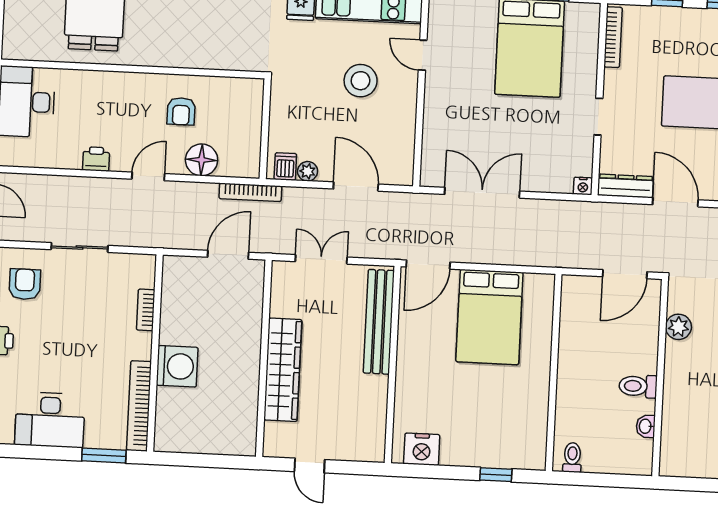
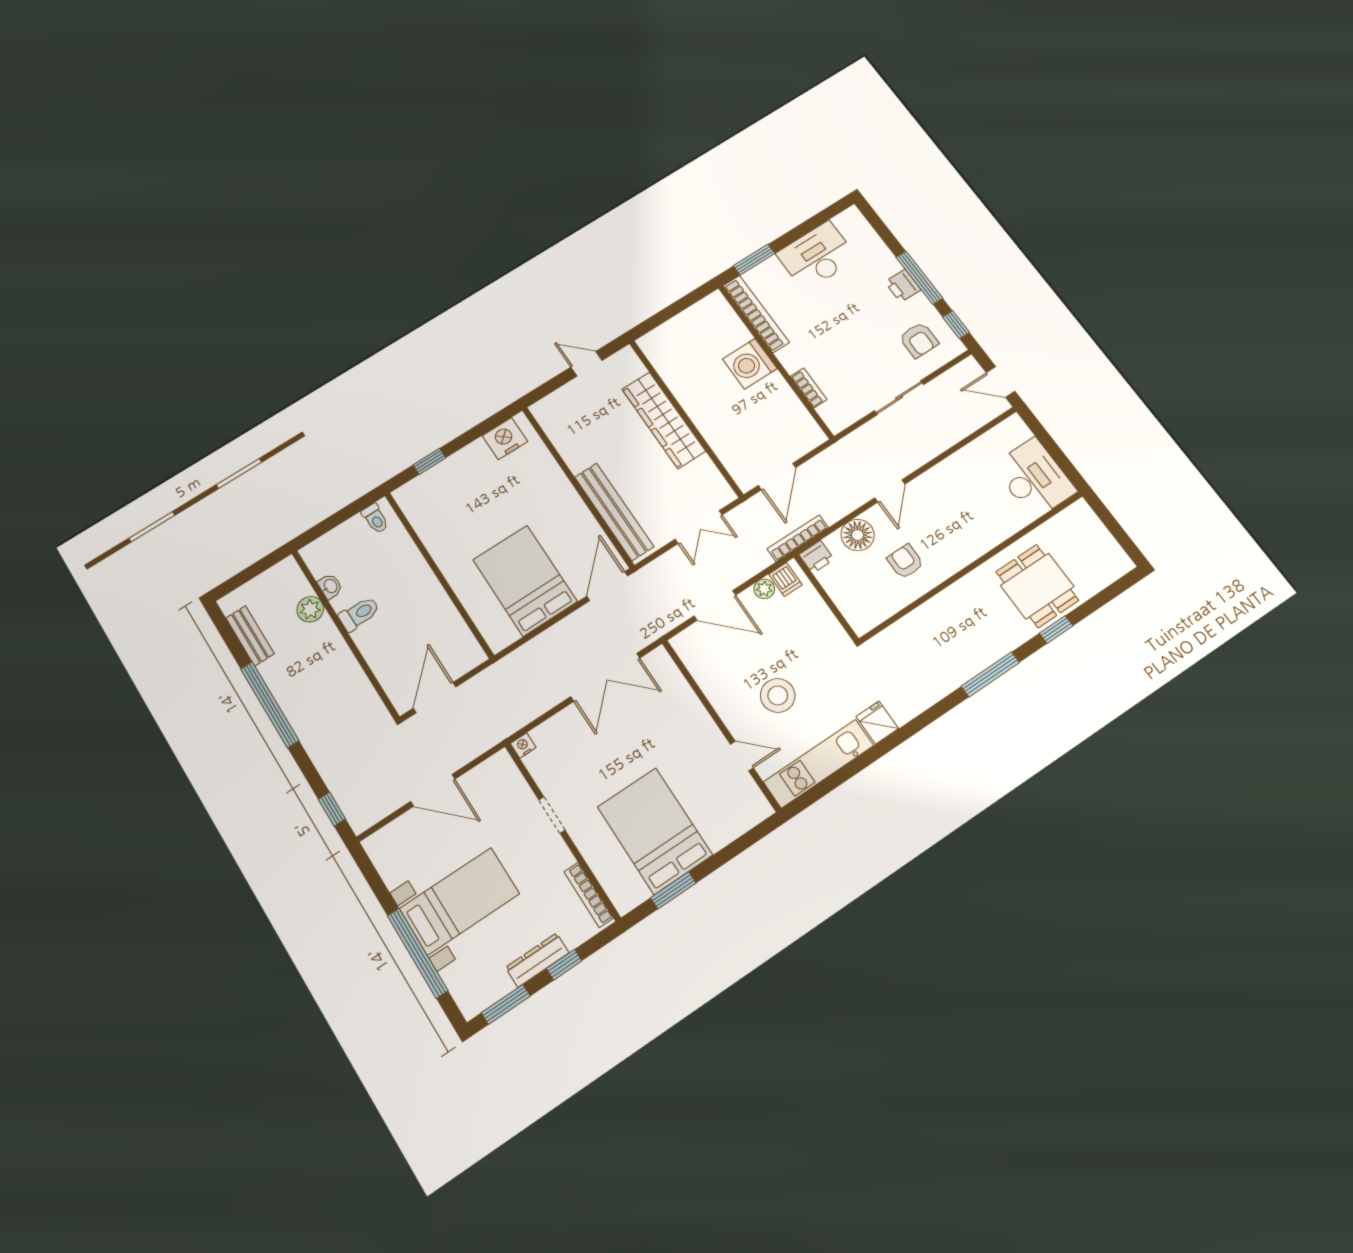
printer: (96, 159) -> (816, 557), moved
dresser: (626, 186) -> (537, 960), moved, turned 180
plant: (678, 327) -> (310, 609), moved

